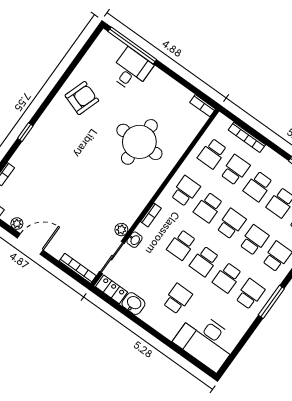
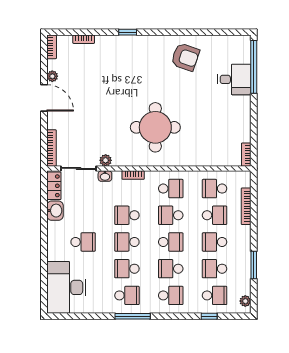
round table: (139, 142) -> (155, 127), moved
school desk: (254, 240) -> (171, 269), turned 180

